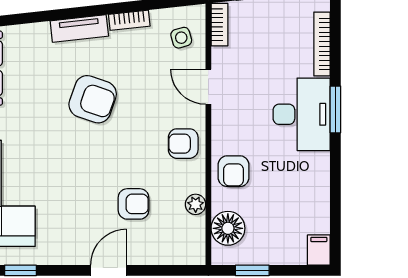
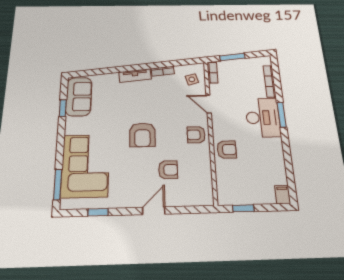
armchair: (93, 99) -> (142, 135), moved, turned 71
armchair: (234, 171) -> (227, 150), turned -90
plant: (196, 204) -> (206, 169), removed
floor lamp: (228, 228) -> (226, 183), removed

